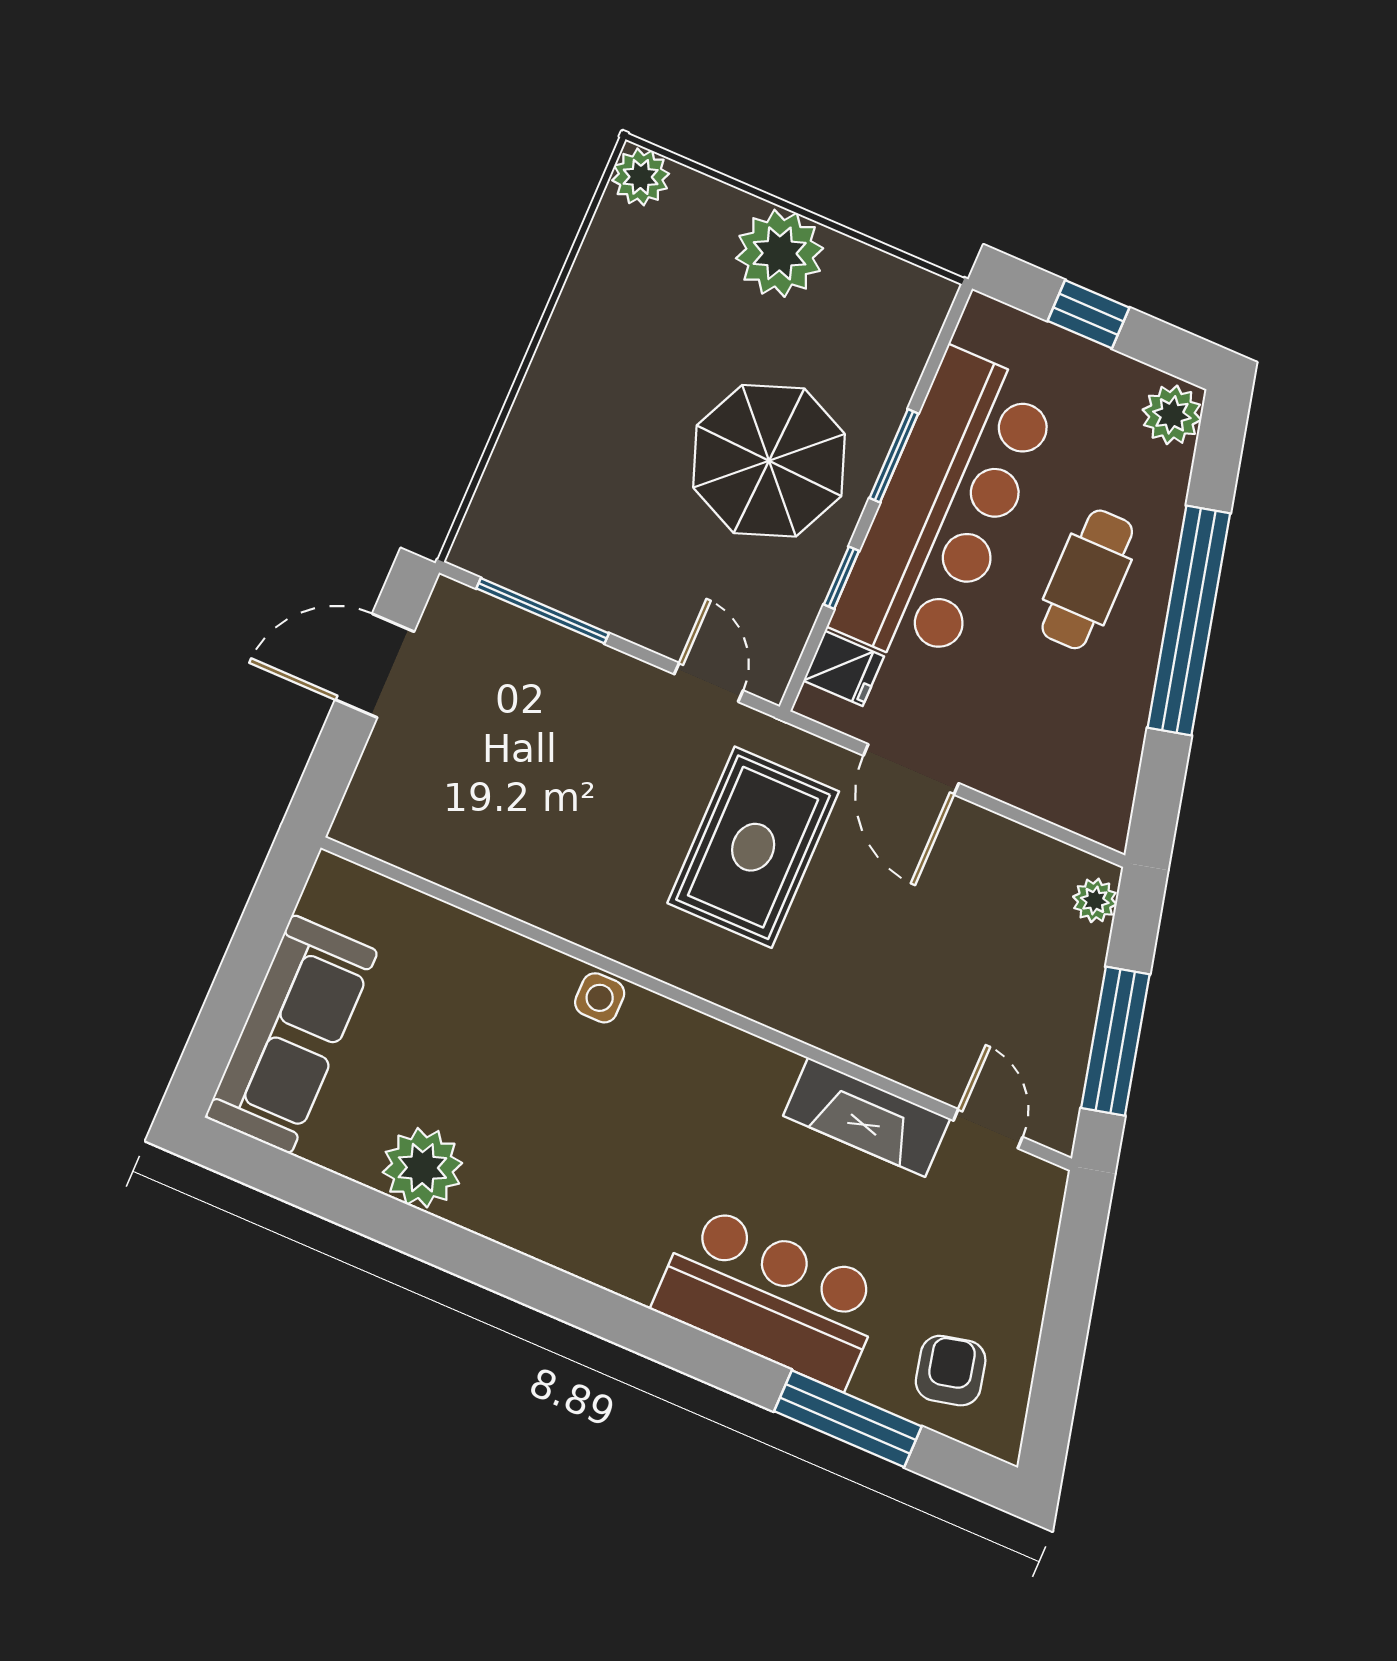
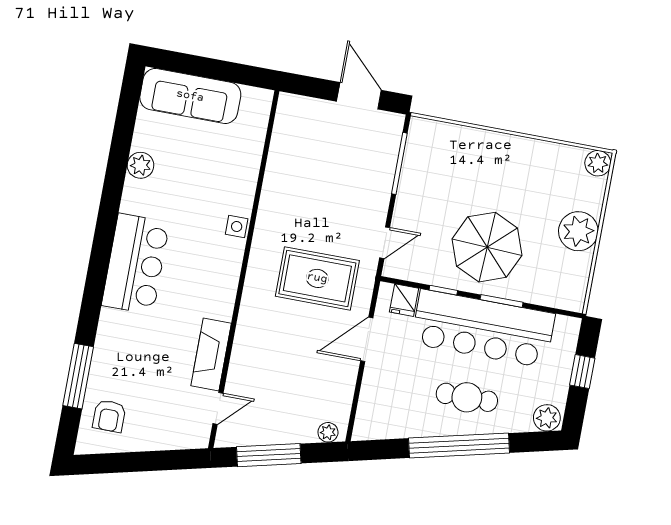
plant: (422, 1168) -> (141, 165), width x0.73, depth x0.73
bar counter: (770, 1297) -> (136, 264), moved
armchair: (951, 1371) -> (109, 416), turned 103

